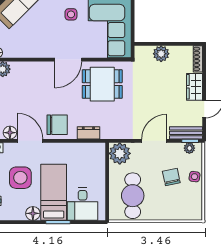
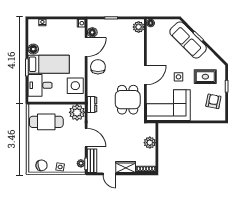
door: (68, 60) -> (145, 75), swing flipped
chair: (57, 125) -> (98, 67), turned 180
dresser: (88, 133) -> (92, 105), moved
chair: (171, 177) -> (42, 165), moved
side table: (20, 178) -> (75, 86), moved

